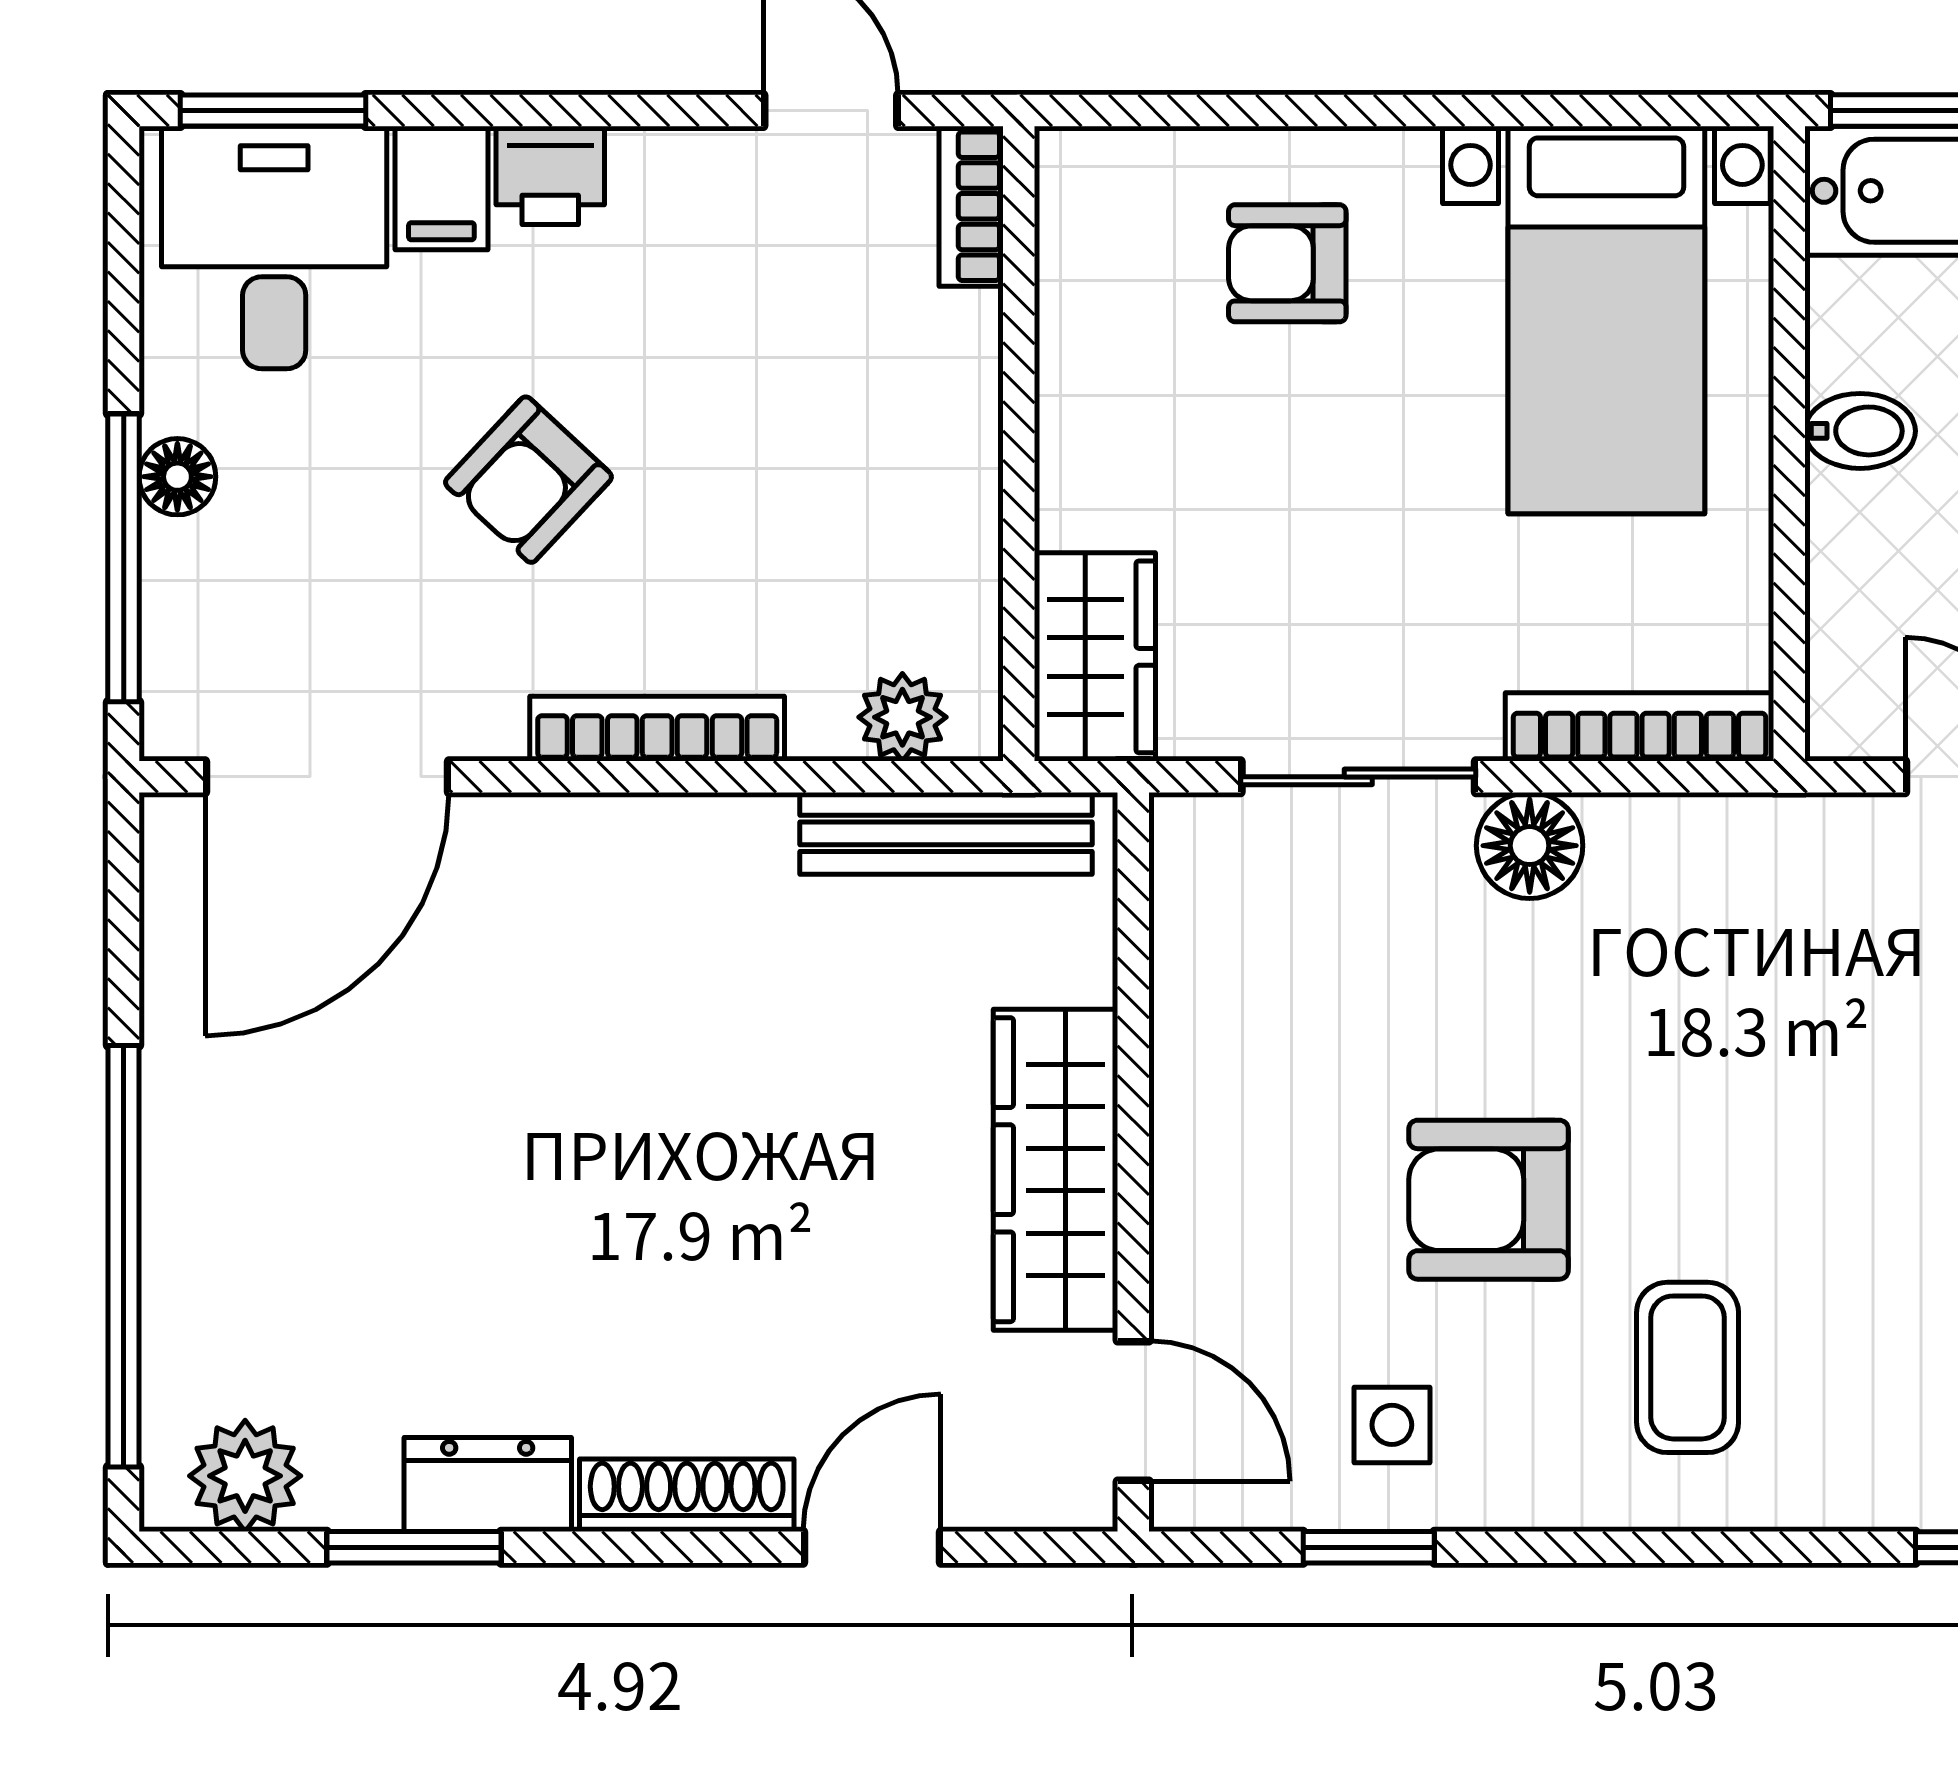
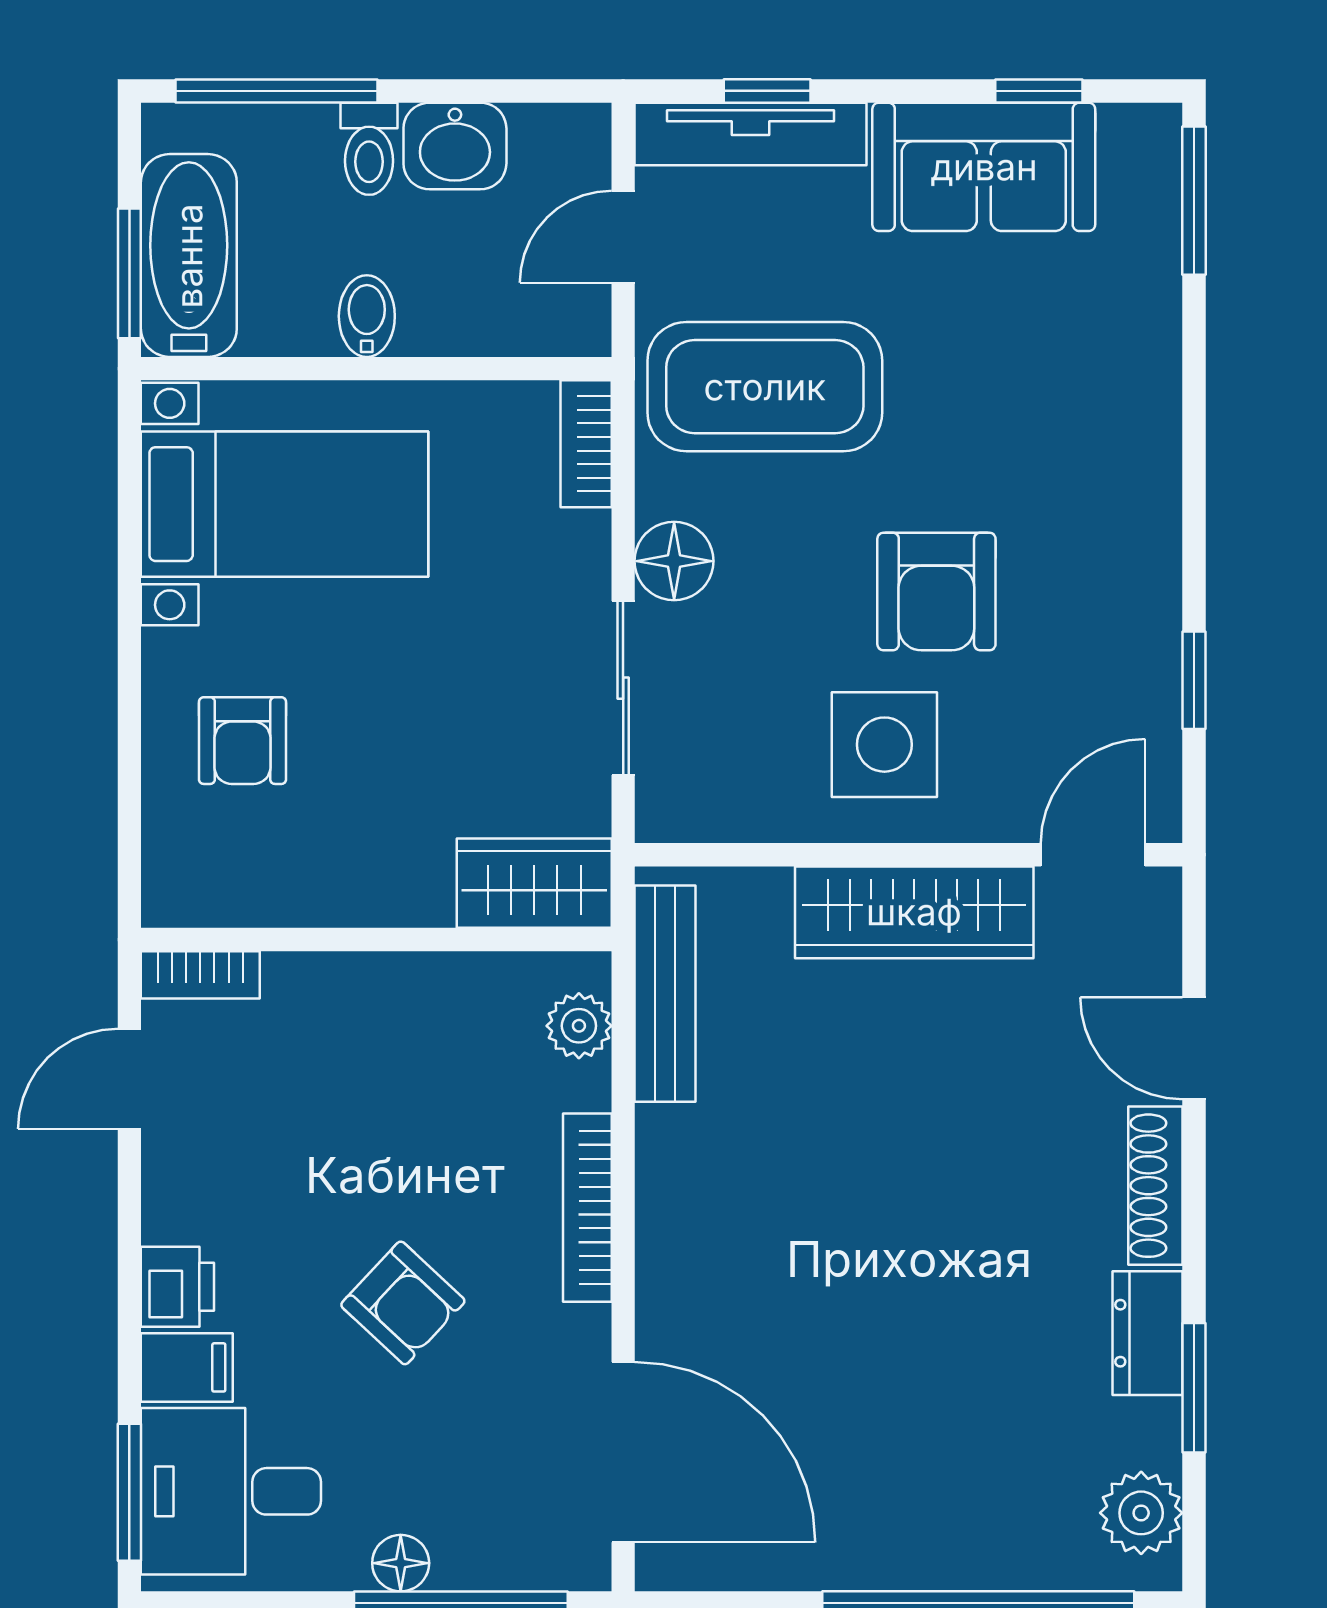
bookcase: (1640, 727) -> (586, 444), width x0.64
coffee table: (1688, 1367) -> (765, 387), moved, width x1.86, depth x1.72
side table: (1392, 1425) -> (884, 745), moved, width x1.87, depth x1.87

